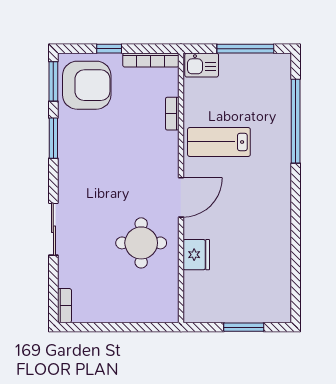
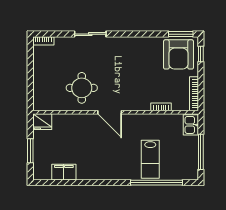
window: (109, 49) -> (201, 54), moved
window: (53, 138) -> (146, 34), removed
lab bench: (219, 142) -> (150, 159), moved, turned 180
fridge: (196, 255) -> (42, 122), moved
filing cabinet: (278, 272) -> (64, 172), added

